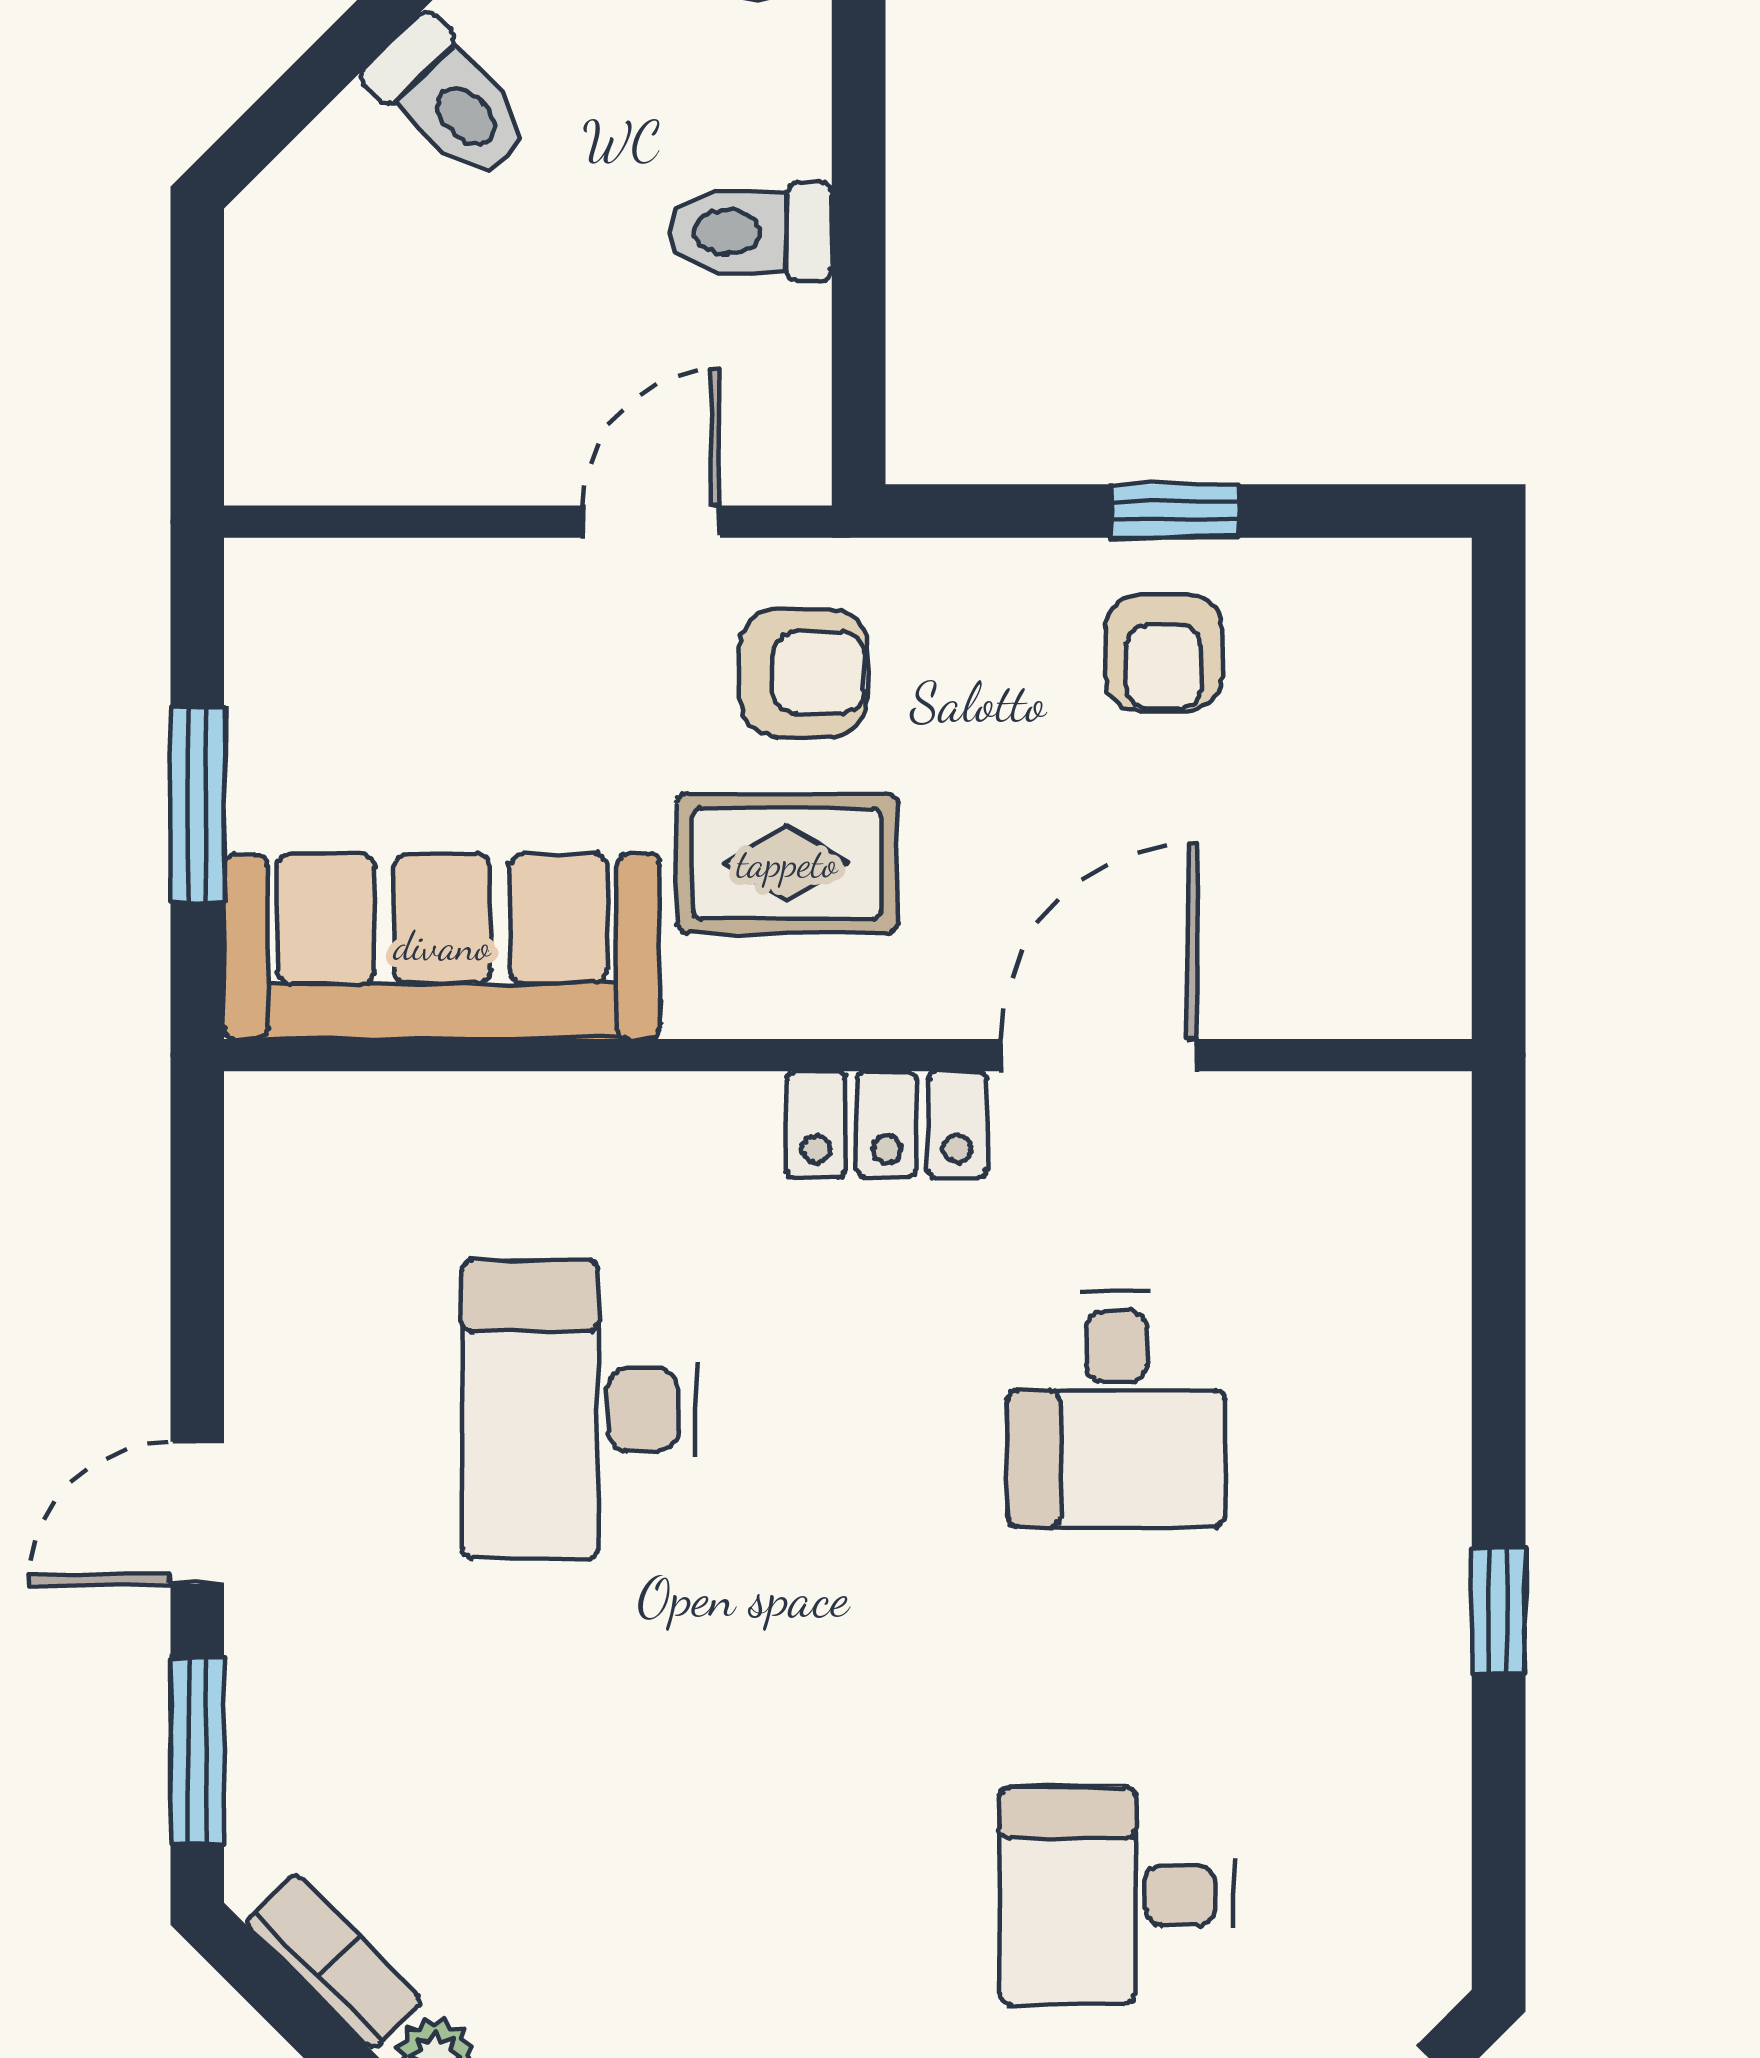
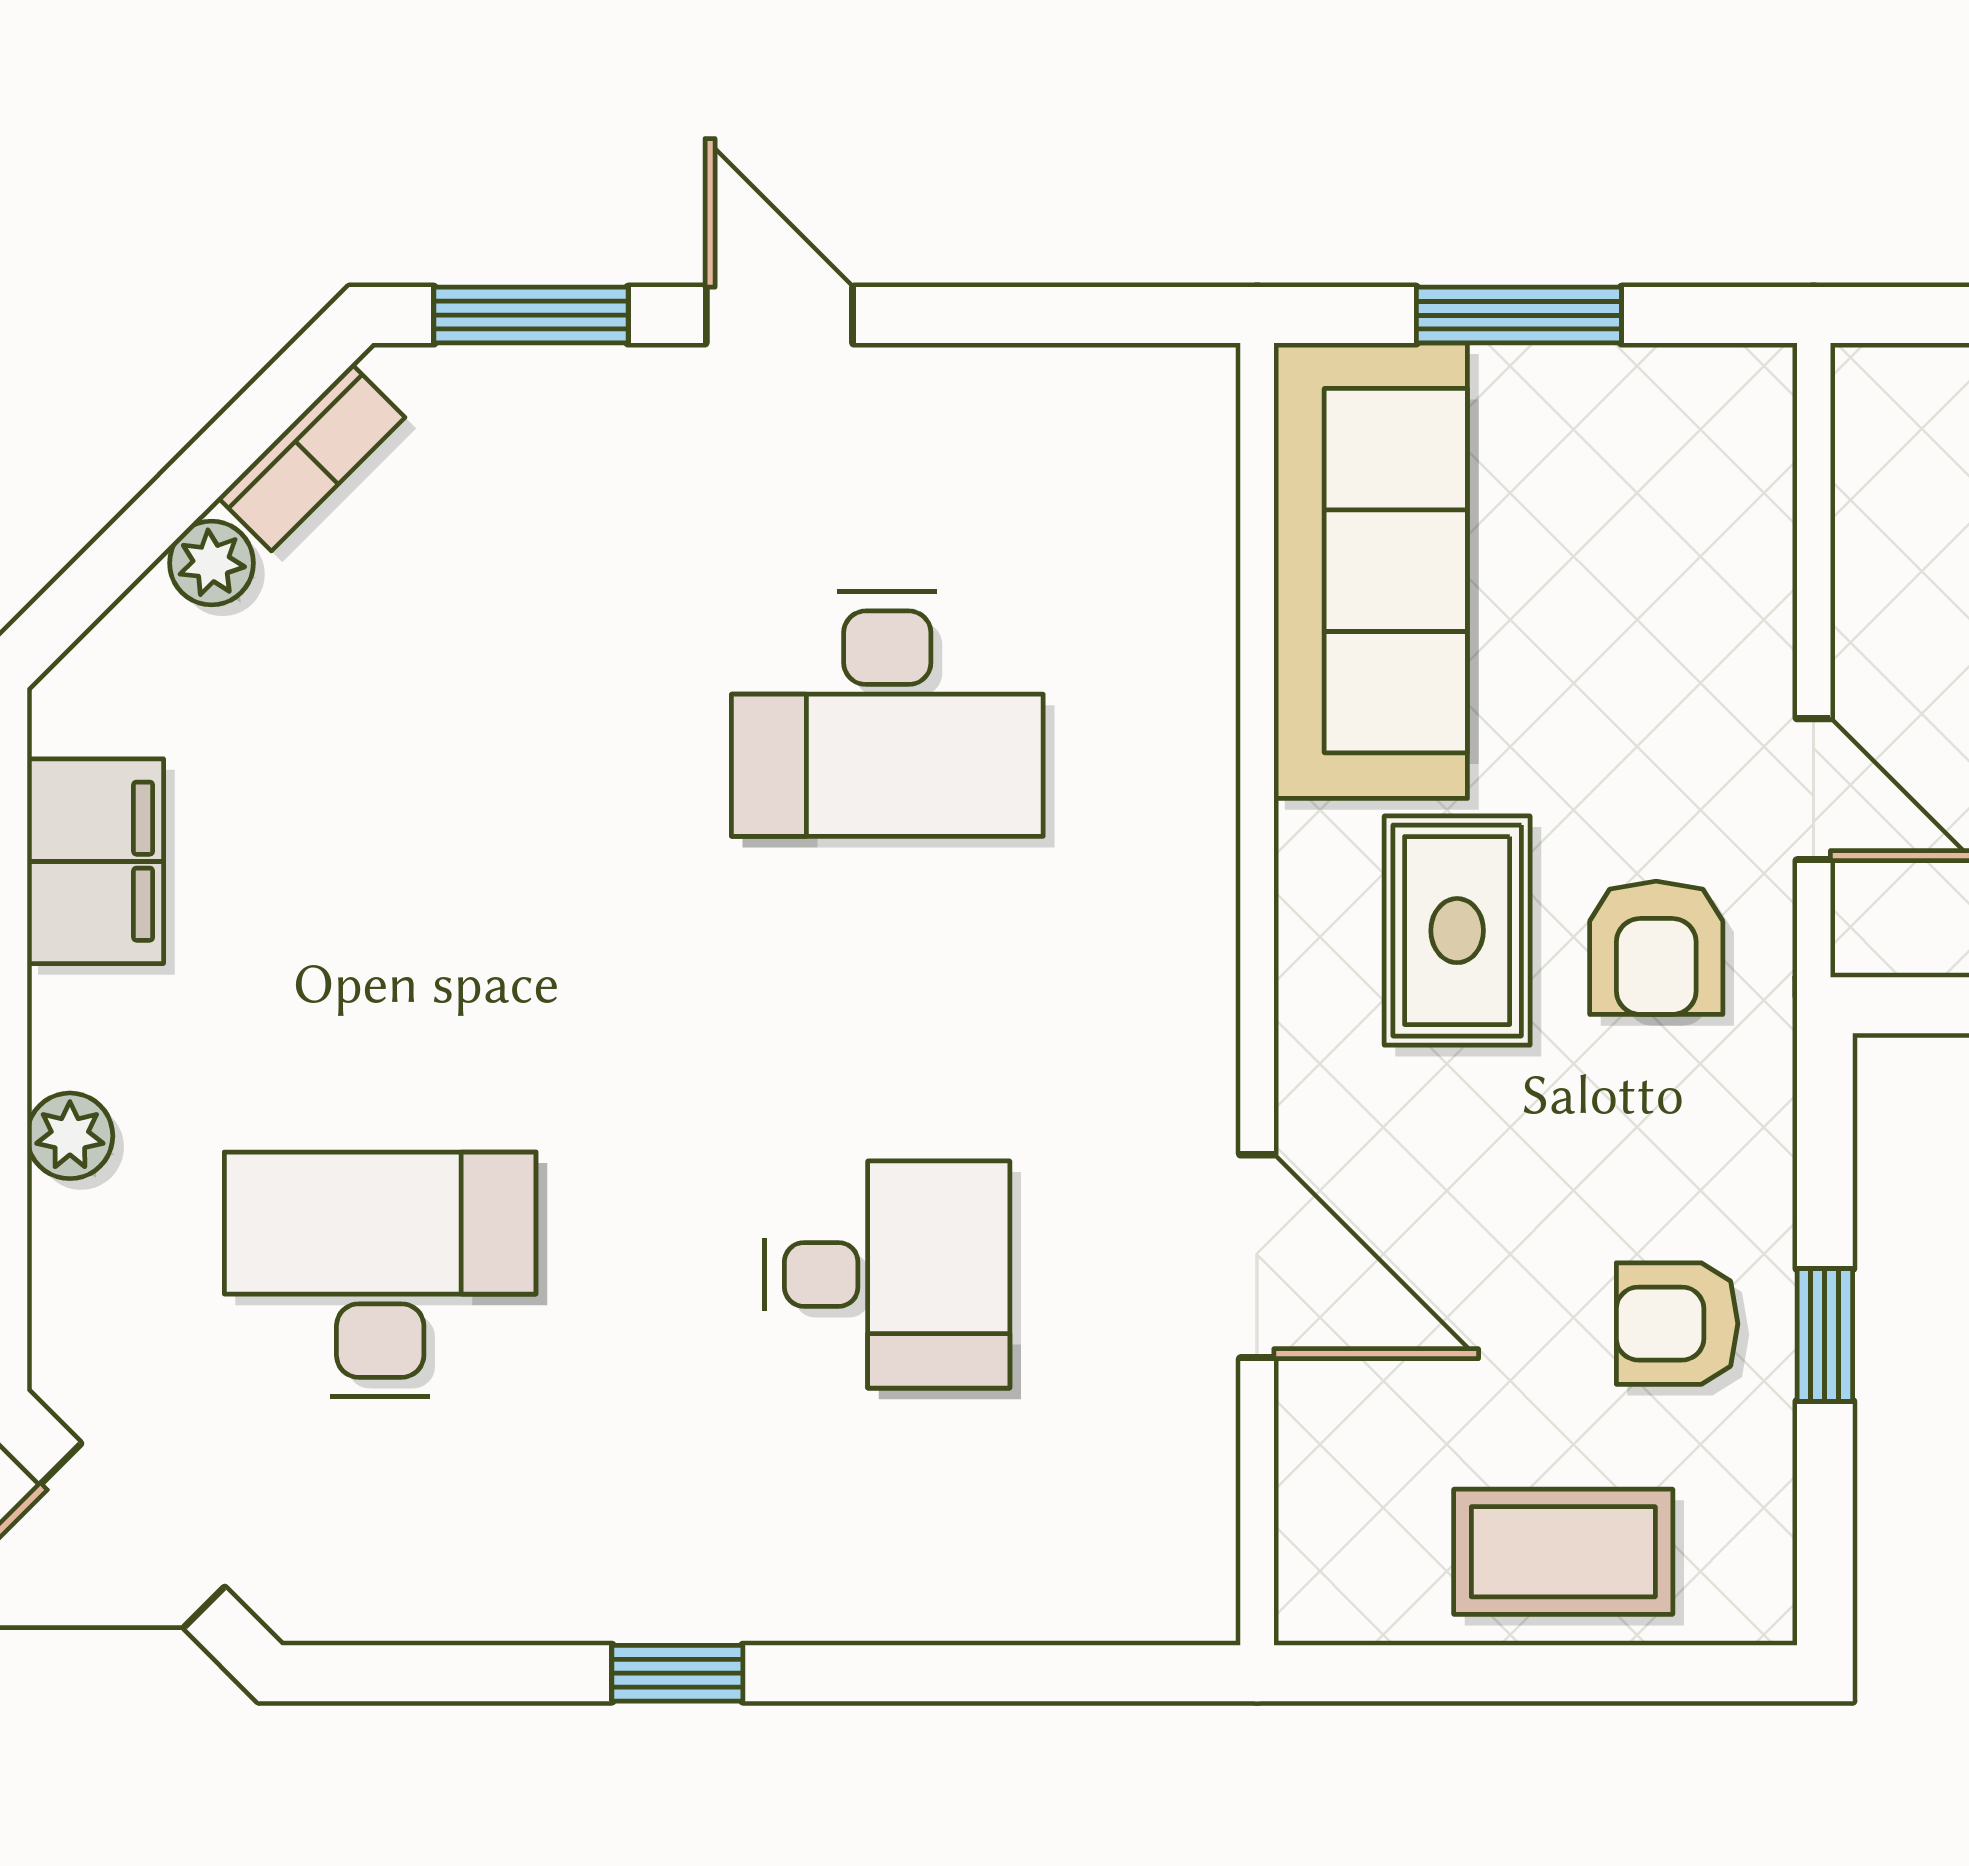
coffee table: (1382, 762) -> (1563, 1552), added
locker: (887, 1124) -> (1185, 1035), removed
desk: (579, 1409) -> (887, 714), turned 180
desk: (1117, 1409) -> (887, 1274), turned 180
desk: (1117, 1895) -> (380, 1274), width x1.37

